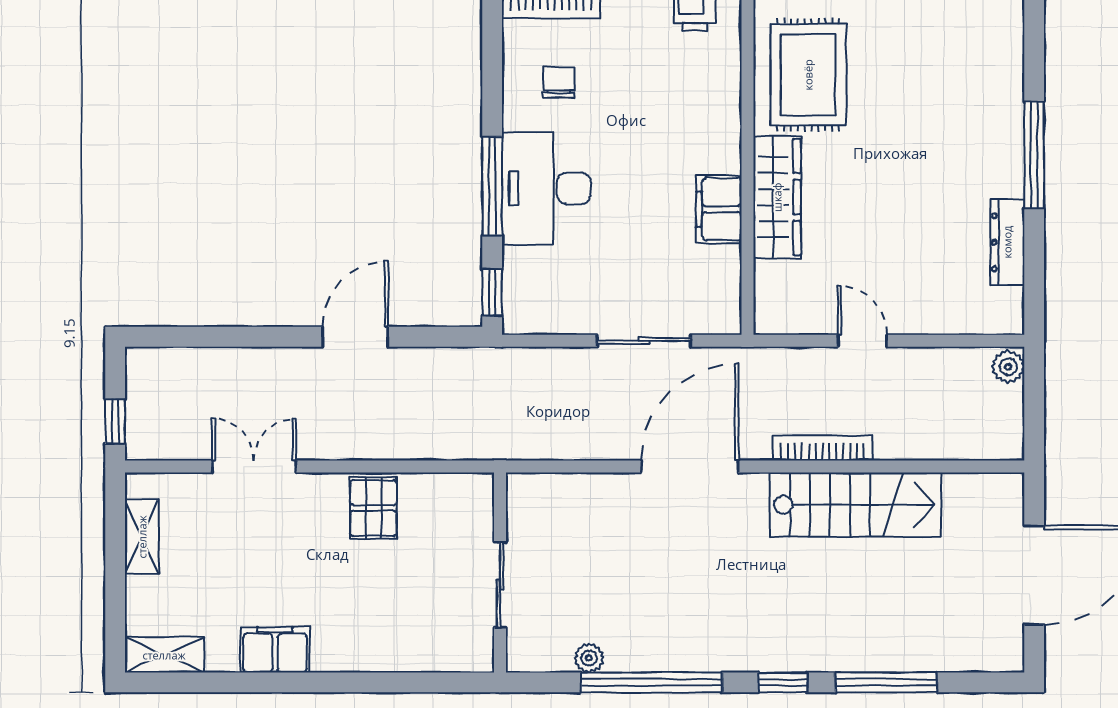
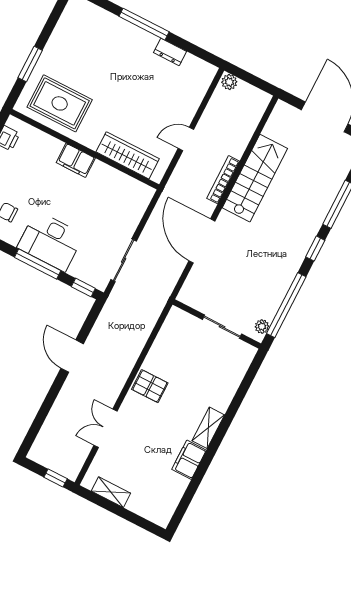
wardrobe: (777, 197) -> (128, 155), moved
filing cabinet: (719, 209) -> (76, 160), moved
dresser: (1007, 242) -> (170, 52), width x0.70
sliding door: (644, 341) -> (124, 260), moved
wall: (500, 572) -> (217, 324), moved
sliding door: (500, 585) -> (222, 327), moved
shelving: (164, 655) -> (208, 428), moved

